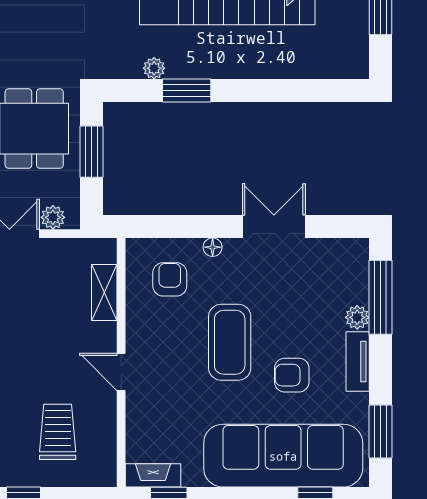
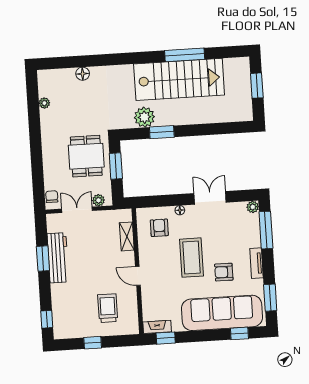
plant: (154, 68) -> (144, 117), width x1.87, depth x1.87
plant: (357, 317) -> (253, 207), moved

